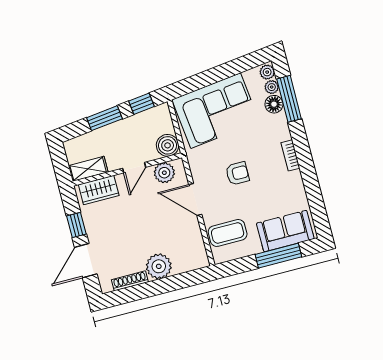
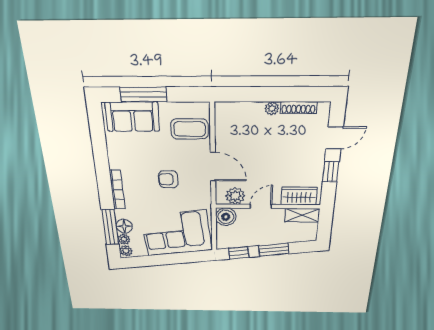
bookcase: (290, 155) -> (117, 190), width x1.56
door: (86, 261) -> (334, 138), width x0.73
plant: (159, 266) -> (272, 108), width x0.53, depth x0.53

